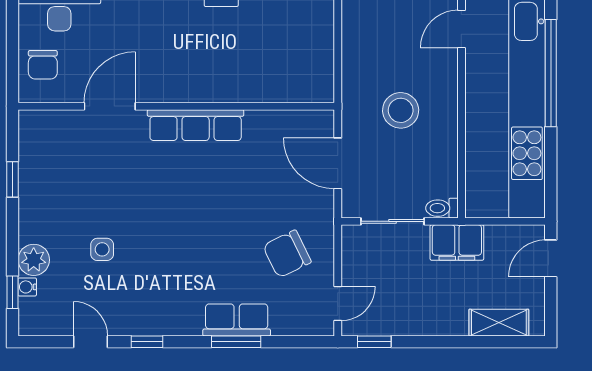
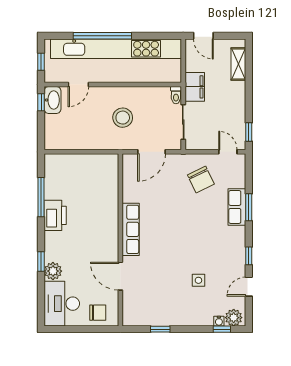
door: (461, 29) -> (78, 84), hinge flipped
plant: (34, 260) -> (234, 318), moved

